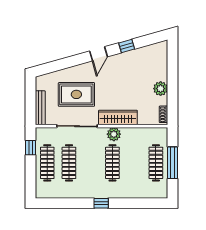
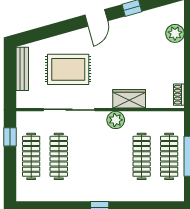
plant: (161, 89) -> (175, 33), moved
bench: (40, 108) -> (22, 69), moved
wardrobe: (118, 117) -> (129, 99), width x0.67
clothes rail: (112, 163) -> (142, 156), moved

